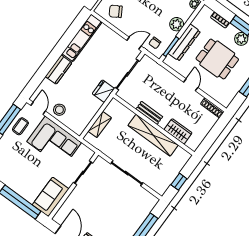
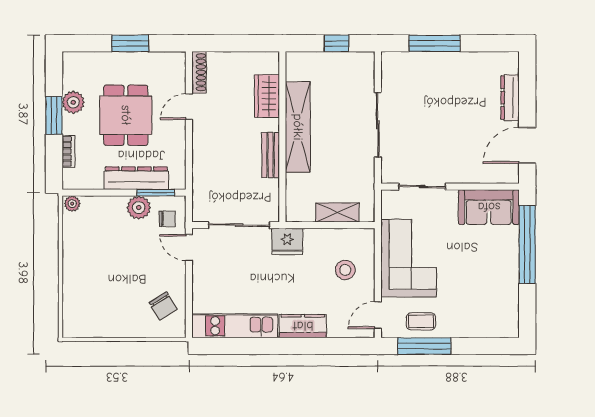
plant: (177, 24) -> (139, 208), moved
door: (191, 85) -> (189, 107), moved
stool: (59, 110) -> (345, 270), moved

